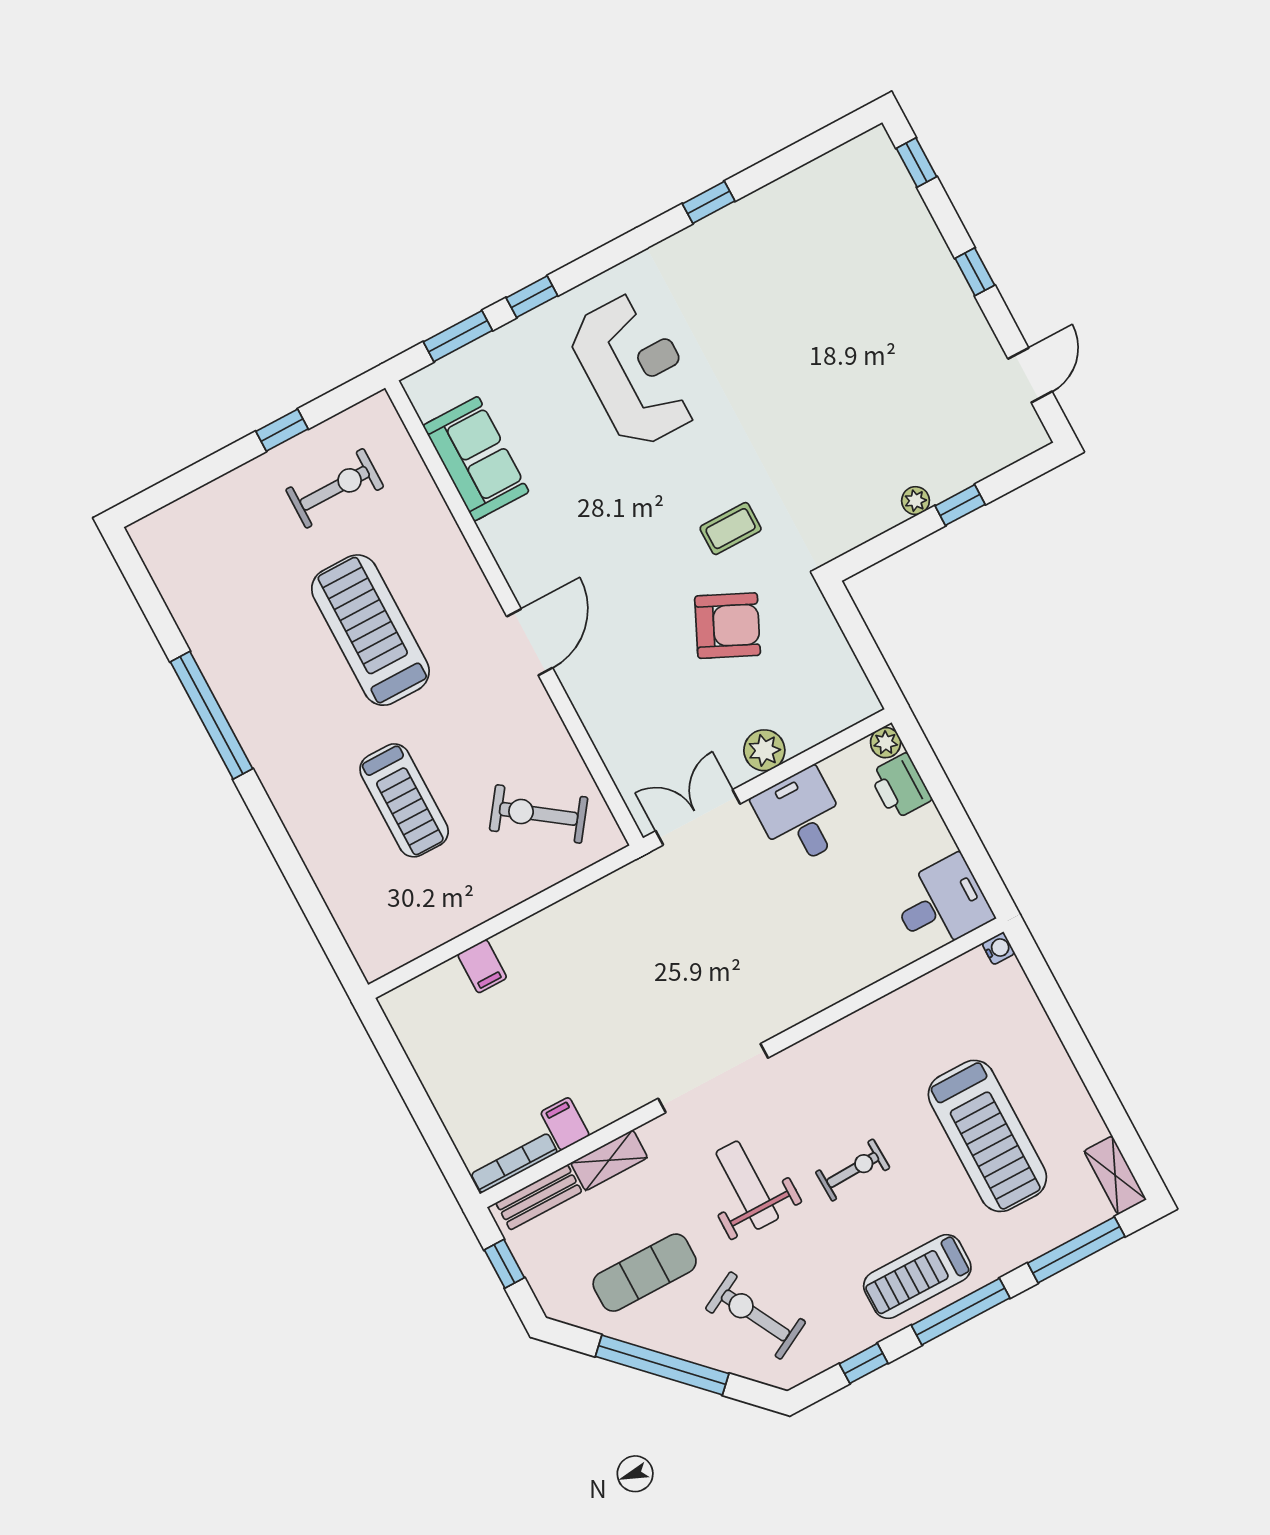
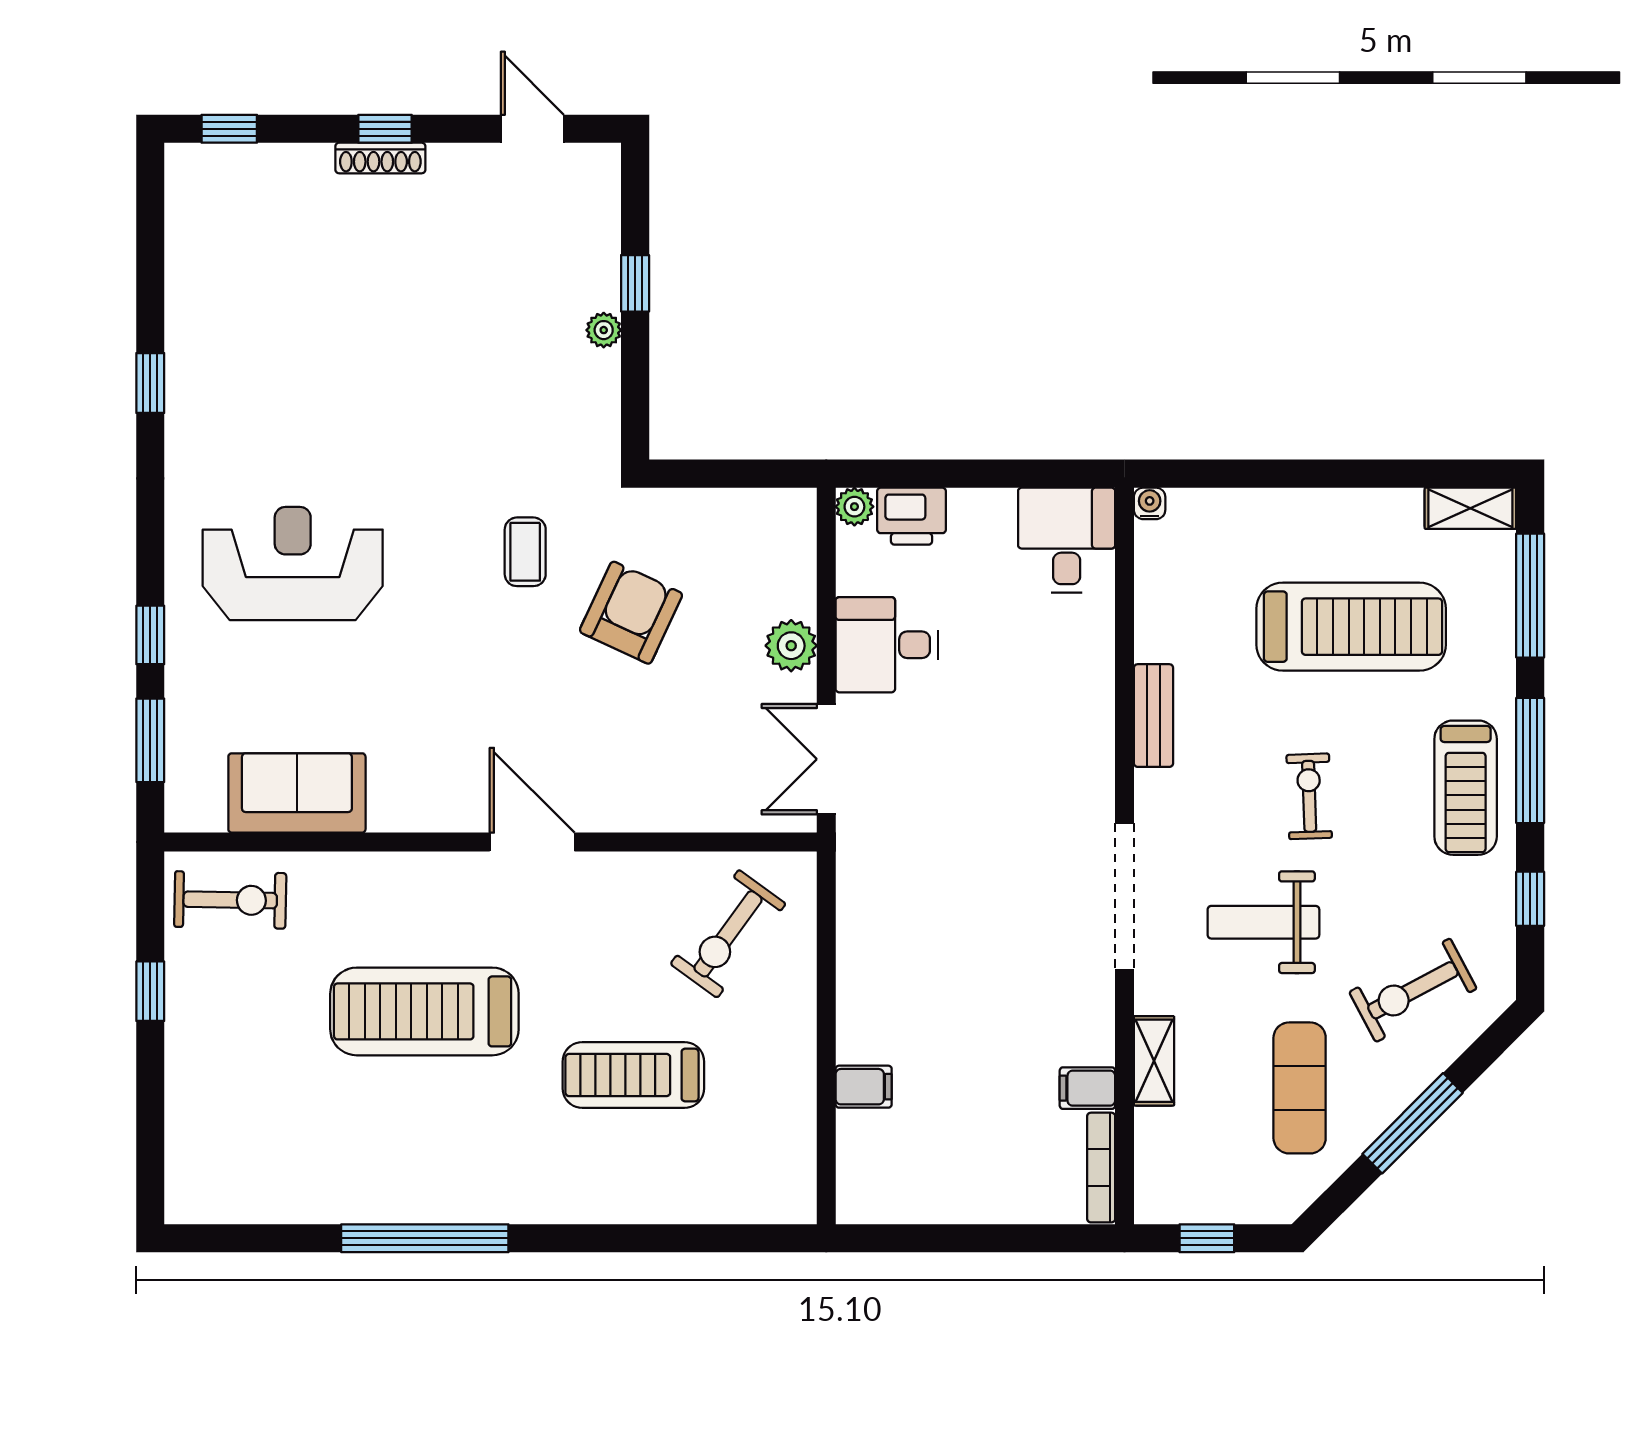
shoe rack: (953, 280) -> (380, 158), added
exercise bike: (335, 488) -> (230, 900), moved, turned 91
treadmill: (404, 800) -> (633, 1075), turned 180
bench: (539, 1197) -> (1153, 716), moved
window: (662, 1365) -> (1413, 1123), width x0.68

